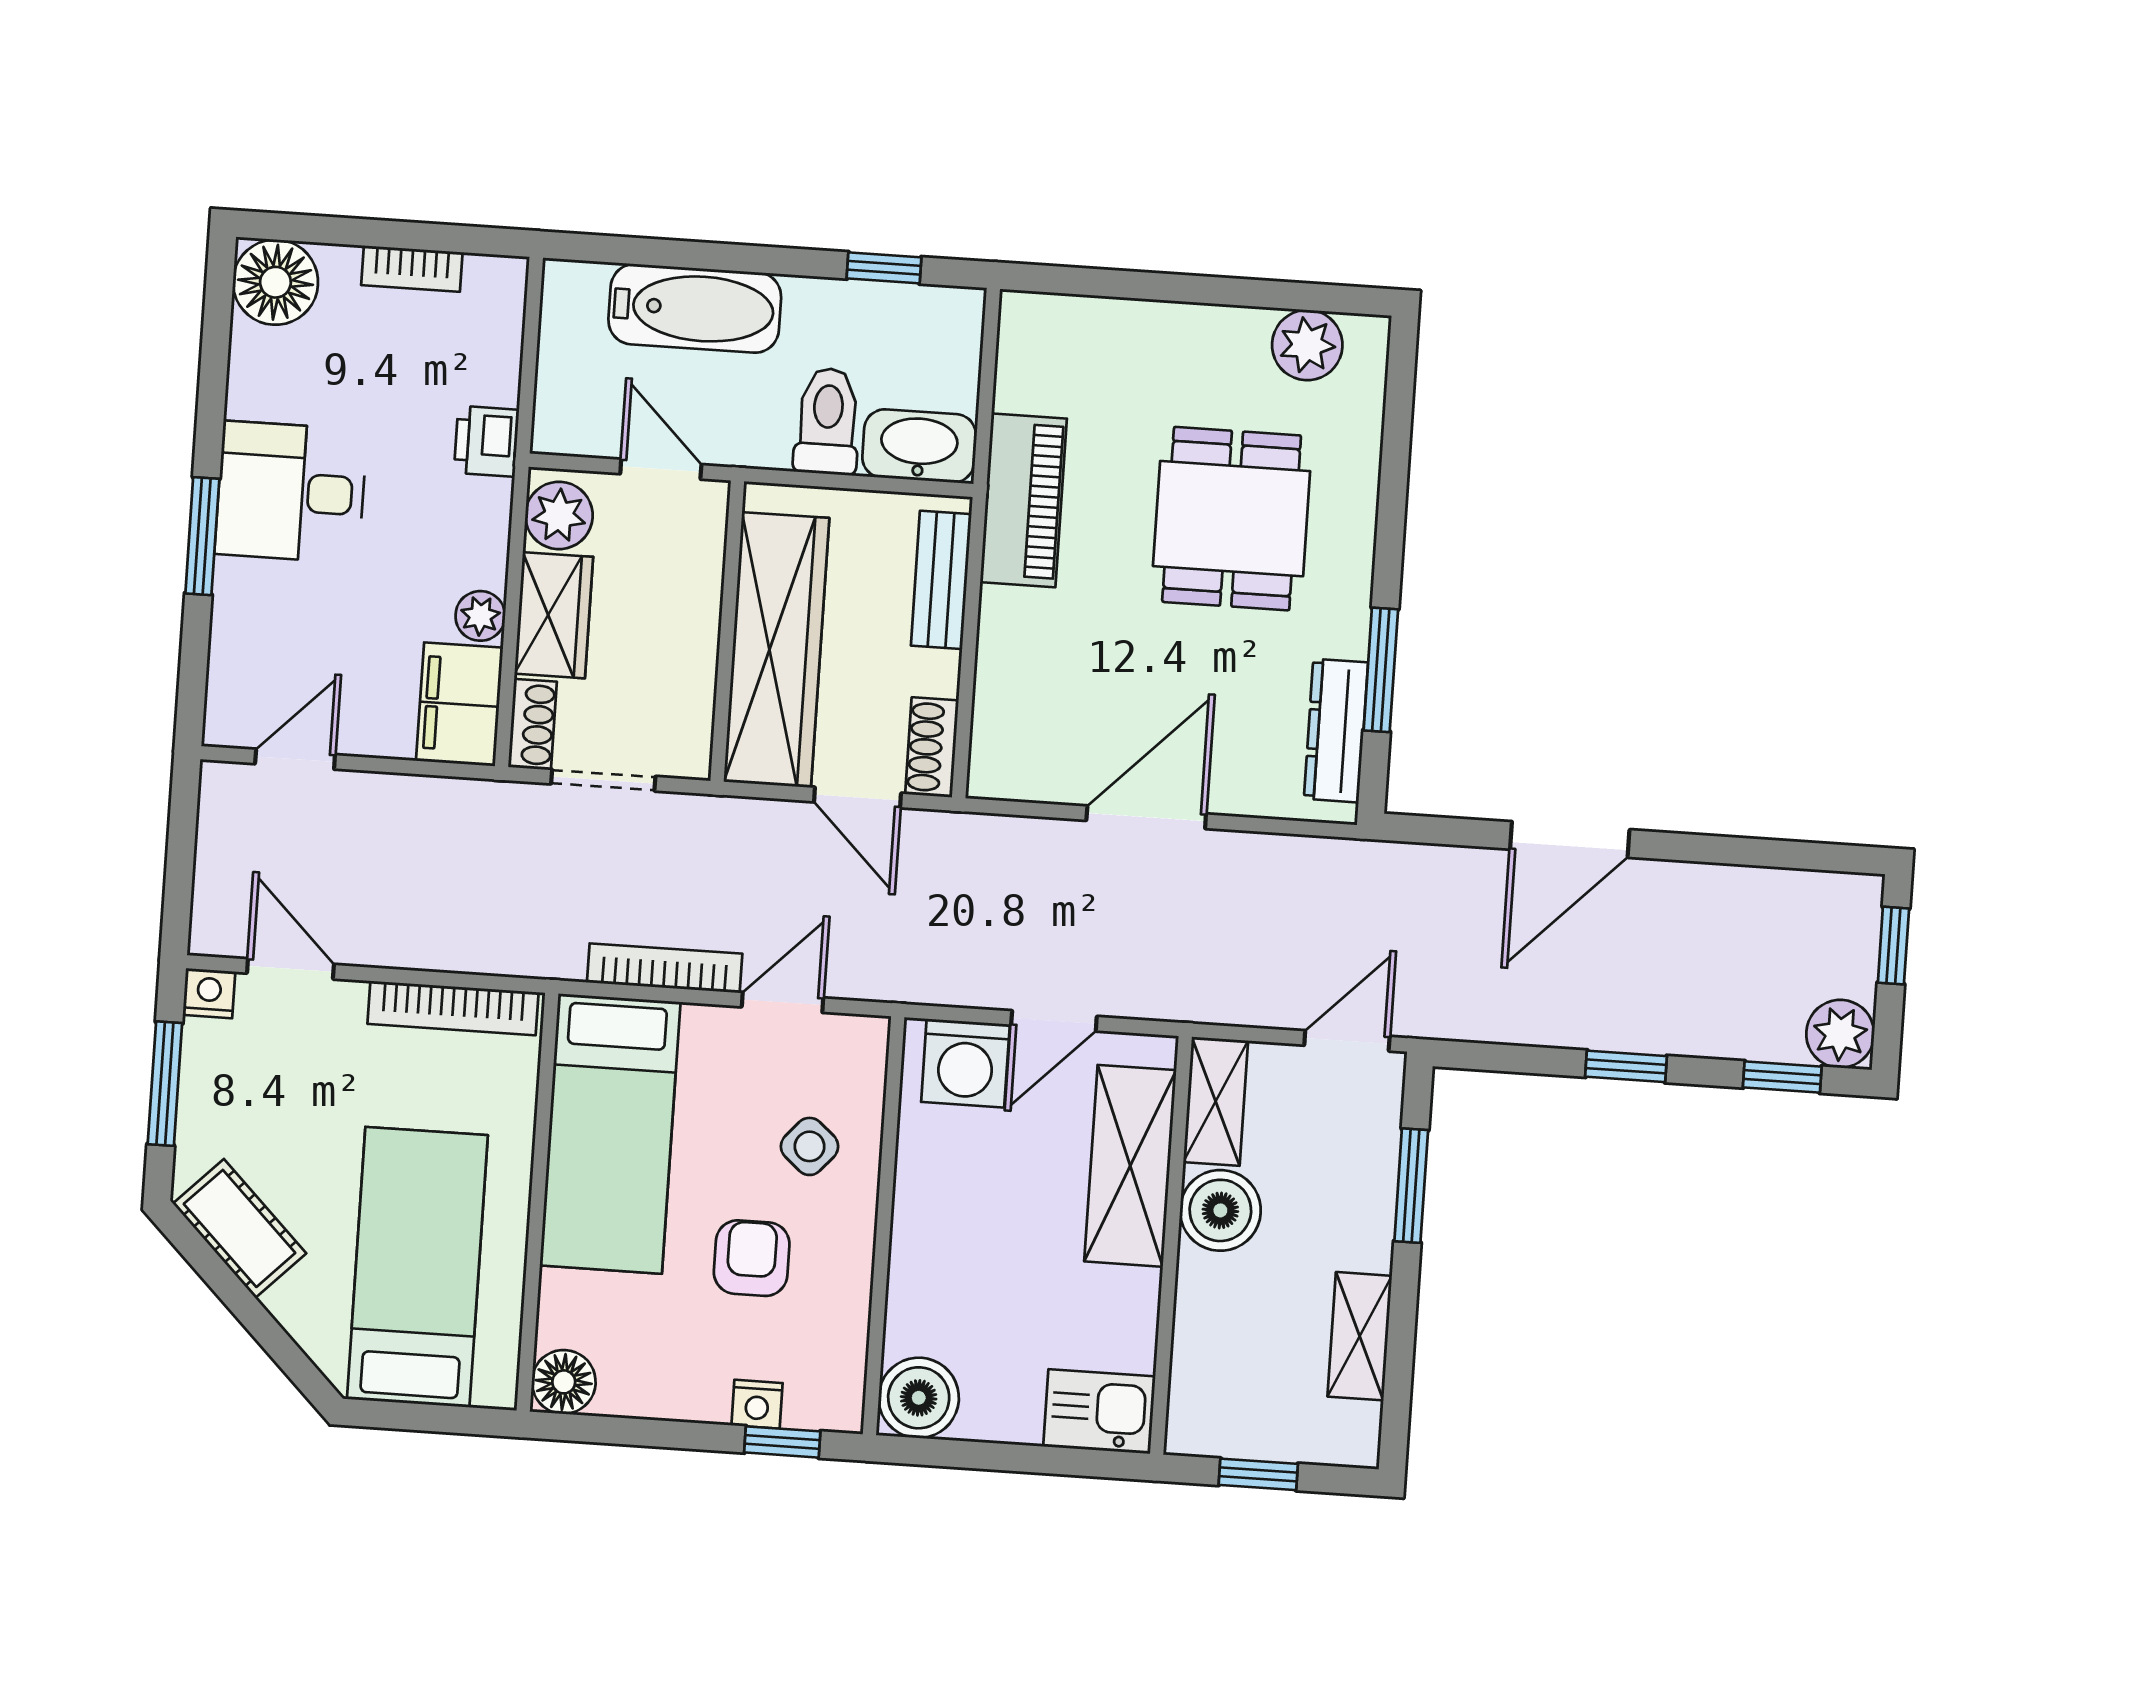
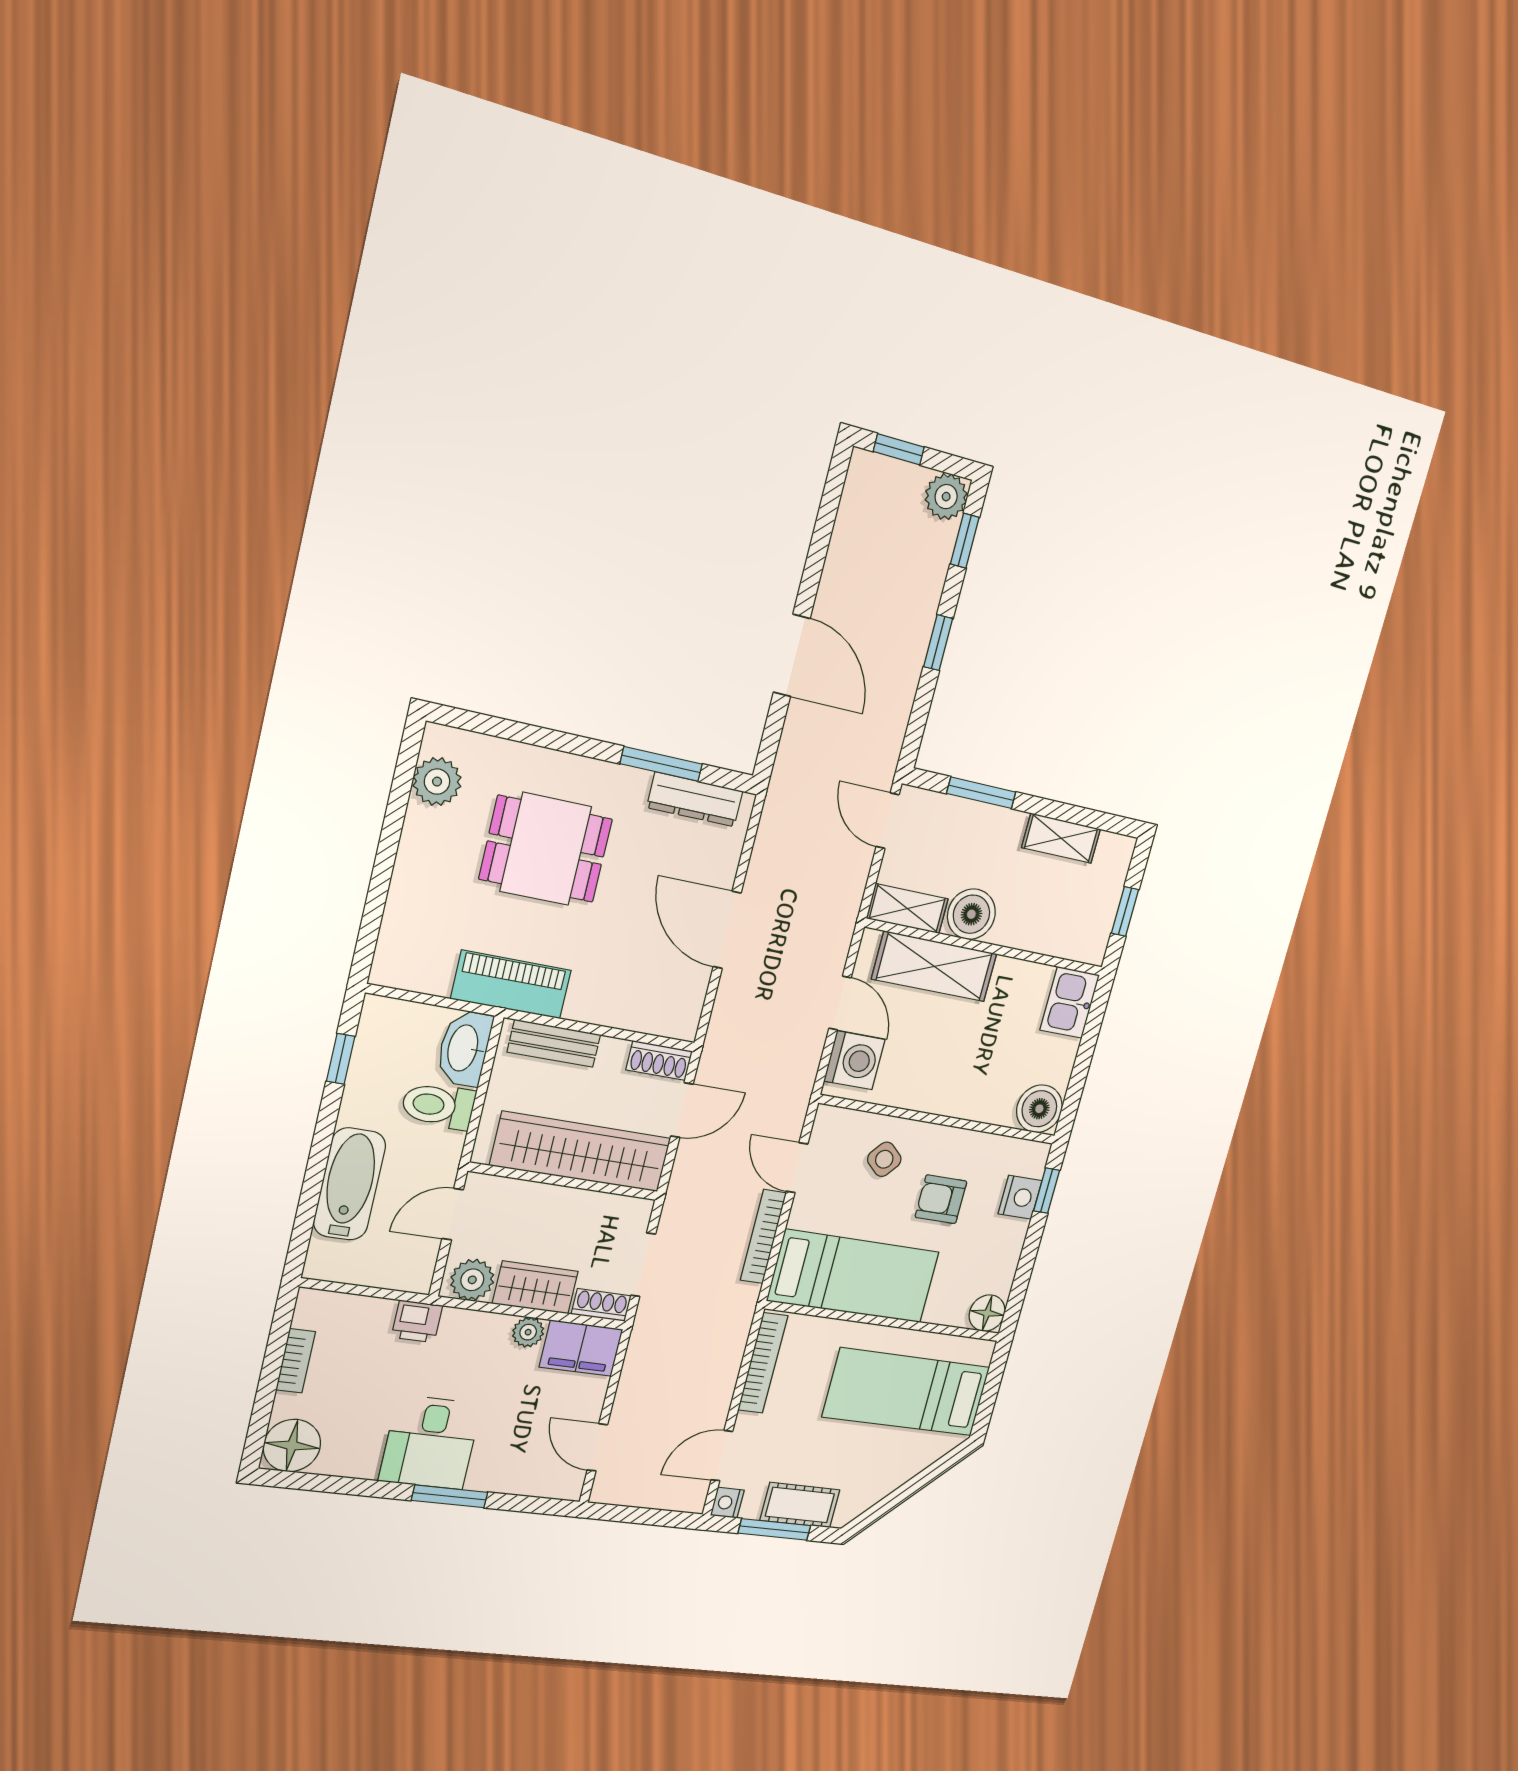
cot: (240, 1228) -> (800, 1505), moved, turned 45
nightstand: (757, 1404) -> (1020, 1197), width x1.39, depth x1.35

